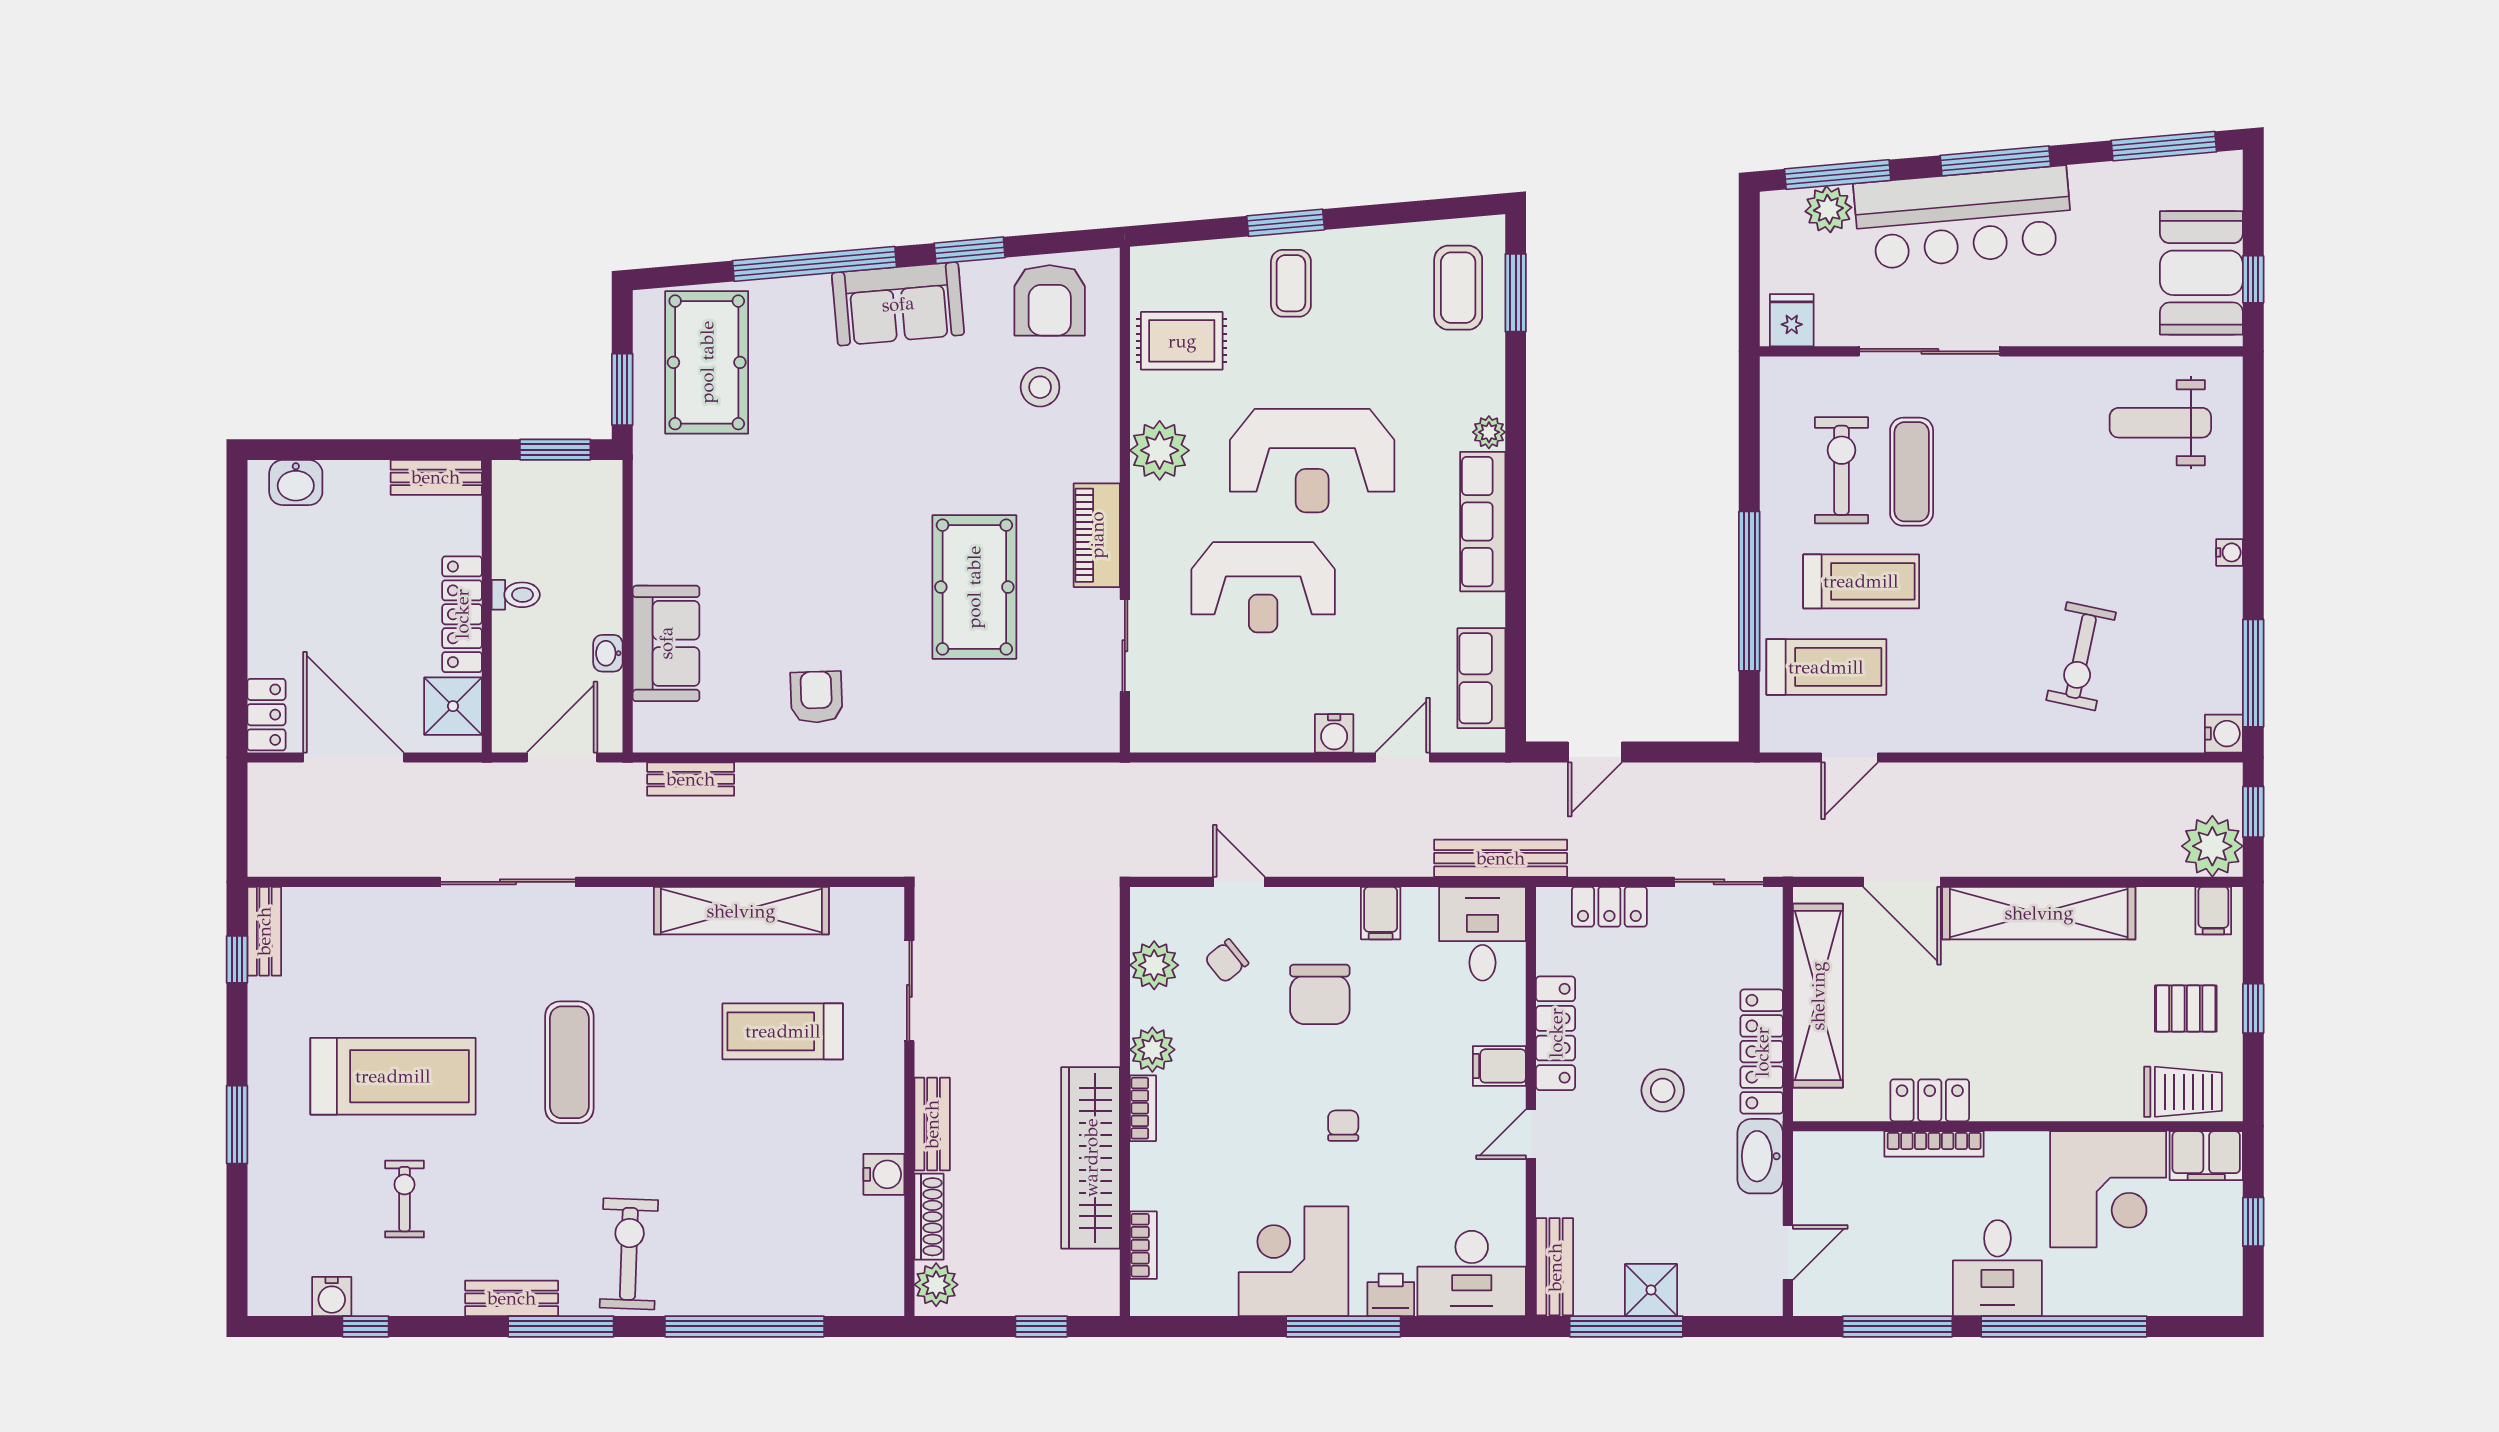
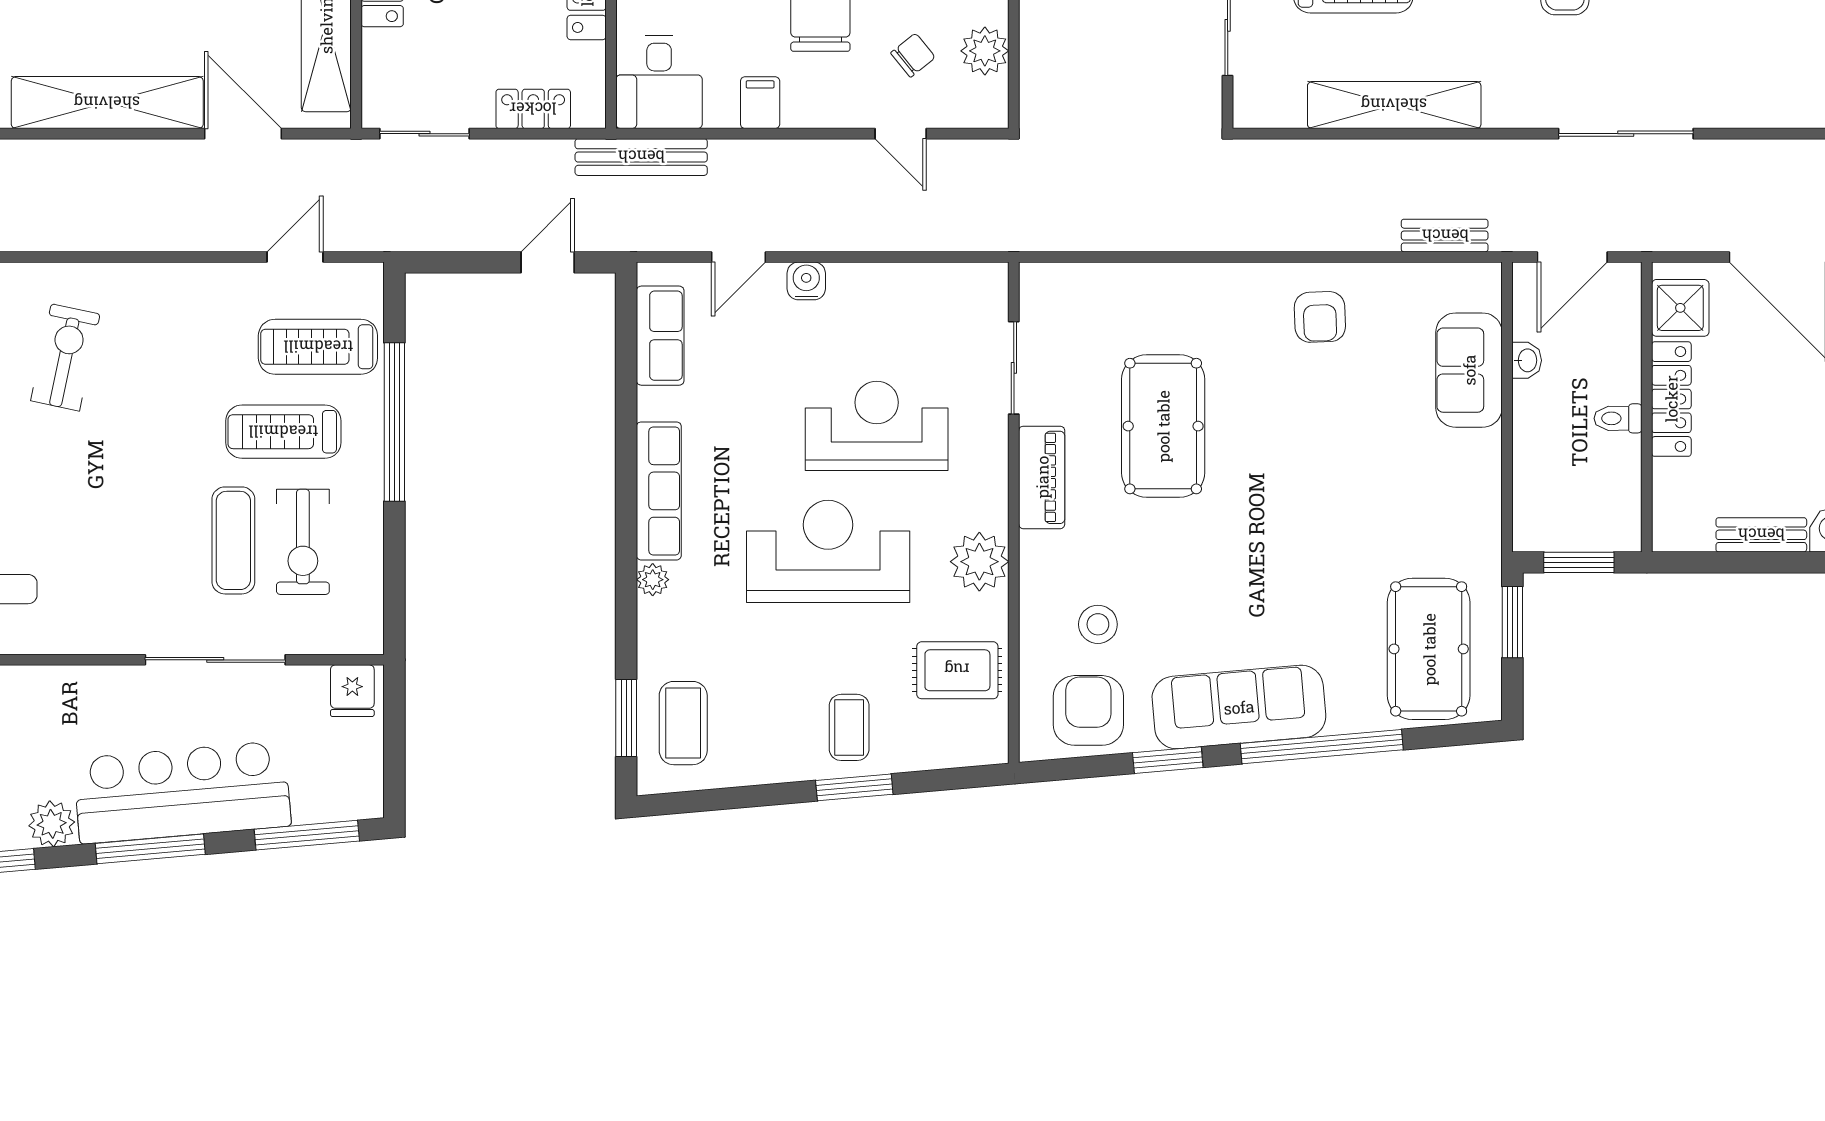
plant: (1828, 209) -> (52, 824), moved
sofa: (898, 304) -> (1239, 707), width x1.36
bench: (436, 477) -> (1761, 535), moved

